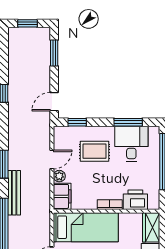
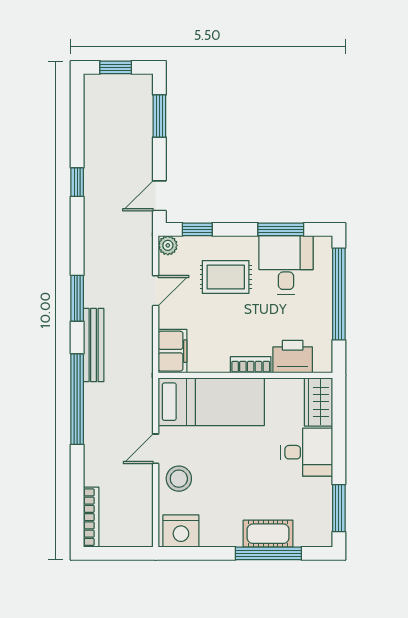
plant: (59, 176) -> (168, 245), moved

